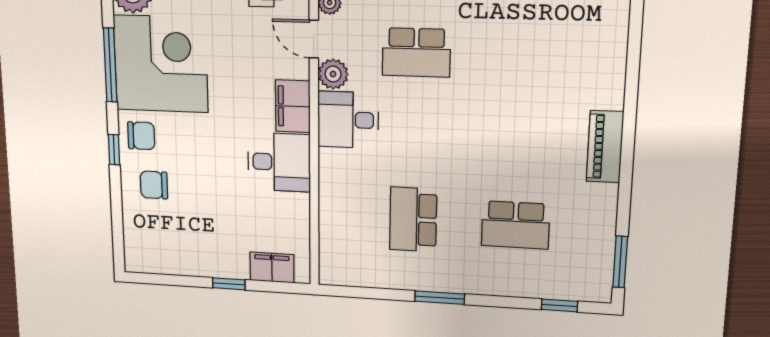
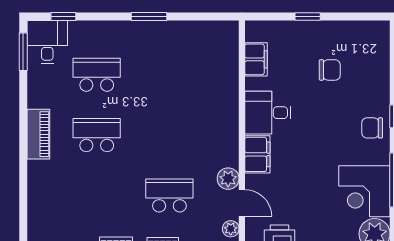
corner desk: (161, 64) -> (364, 191), width x0.74, depth x0.74
desk: (348, 120) -> (47, 42), moved, turned -90
chair: (154, 185) -> (330, 70), moved
school desk: (413, 219) -> (97, 135), moved, turned -90
filing cabinet: (272, 268) -> (256, 59), moved, turned -90

